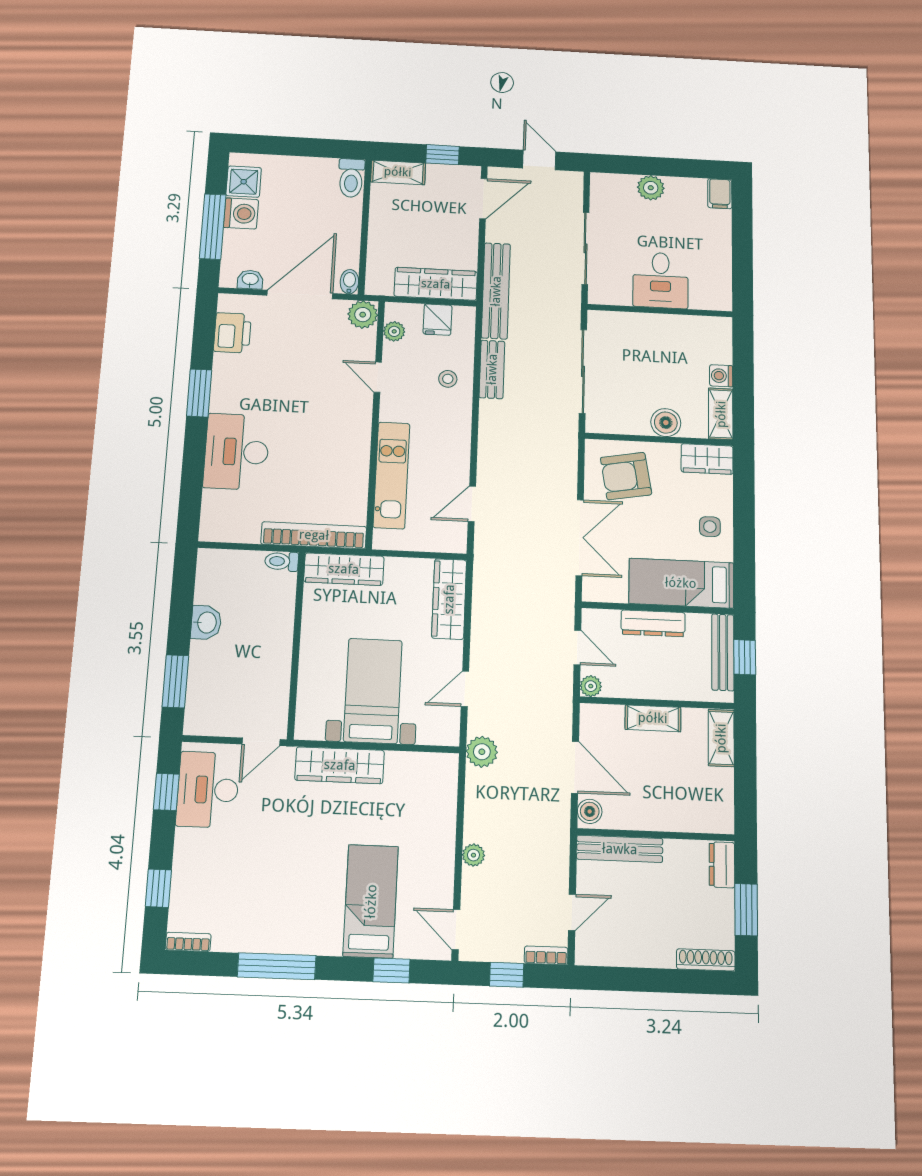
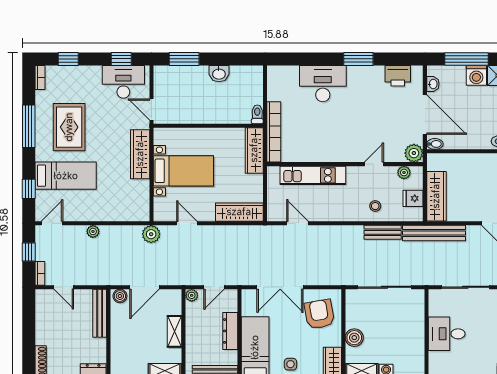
rug: (283, 891) -> (69, 127), added

